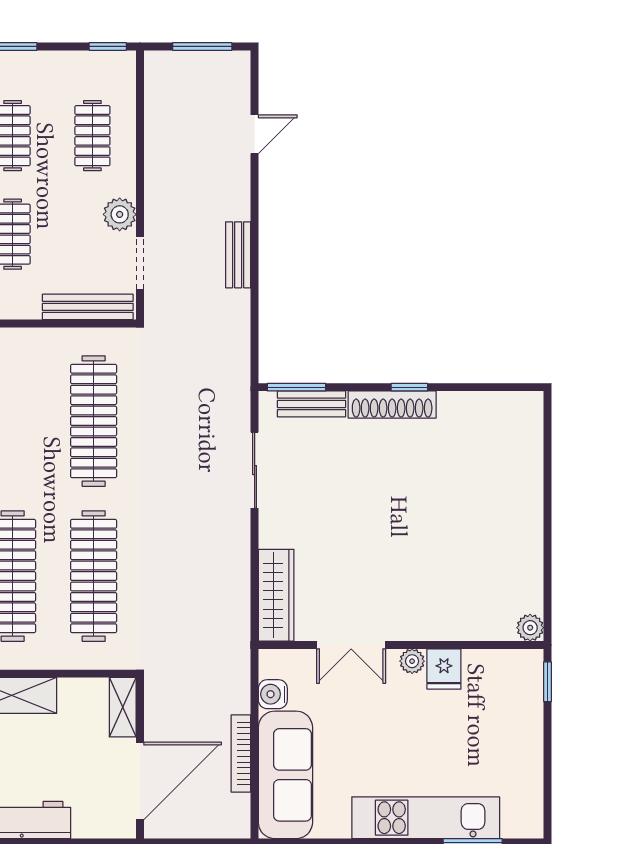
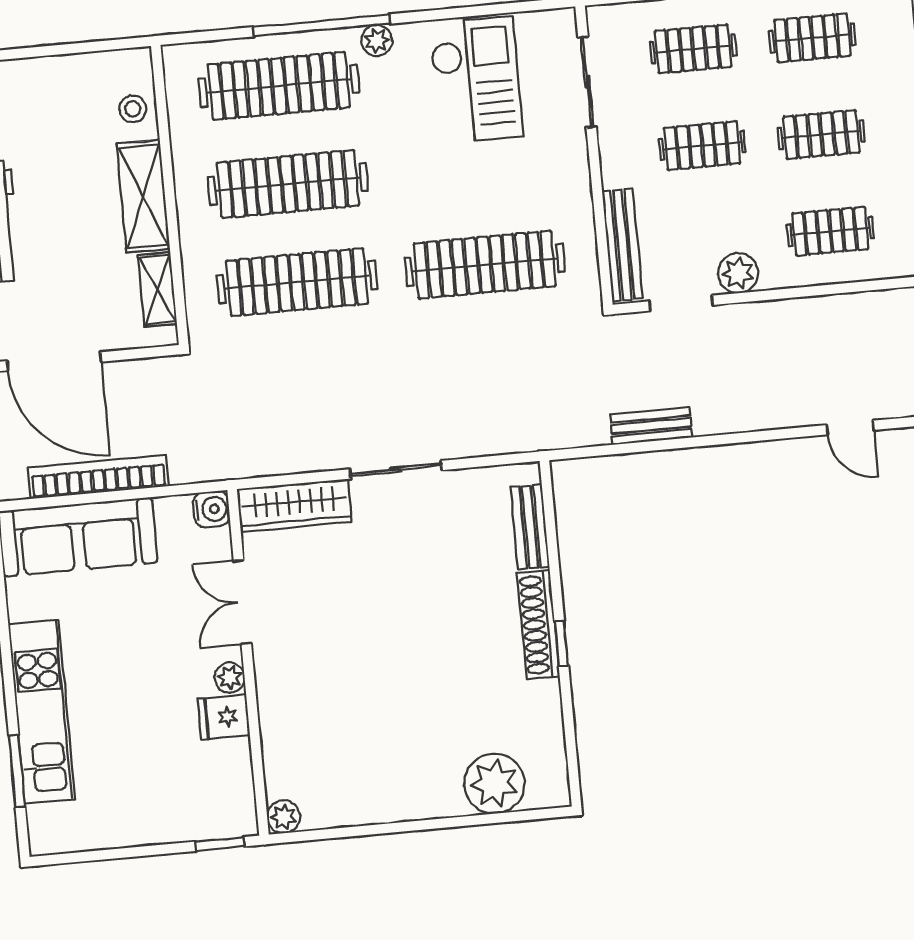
bench: (238, 255) -> (651, 426), moved
window: (297, 387) -> (549, 507), removed
plant: (519, 453) -> (494, 784), added
sliding door: (255, 470) -> (396, 470), moved
water cooler: (273, 694) -> (211, 509), moved, turned 90
shelving: (123, 707) -> (157, 289), moved, turned 90
bookcase: (241, 753) -> (98, 477), width x1.48, depth x1.31

